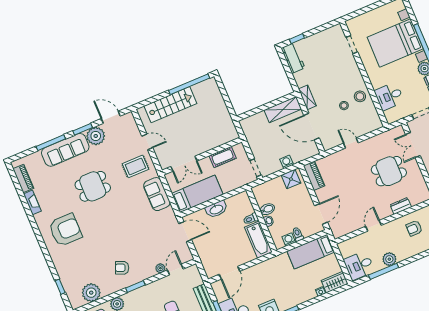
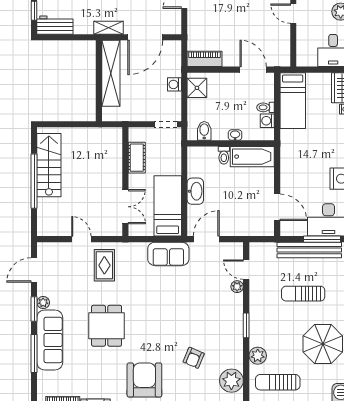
window: (189, 84) -> (34, 181), moved
stairs: (170, 105) -> (49, 165), moved
shelving: (283, 110) -> (111, 73), width x1.47
plant: (96, 136) -> (43, 303), width x0.53, depth x0.53
door: (147, 142) -> (81, 239), hinge flipped
sofa: (157, 194) -> (168, 254), moved
bidet: (267, 209) -> (204, 131), moved
armchair: (122, 268) -> (194, 358), moved

